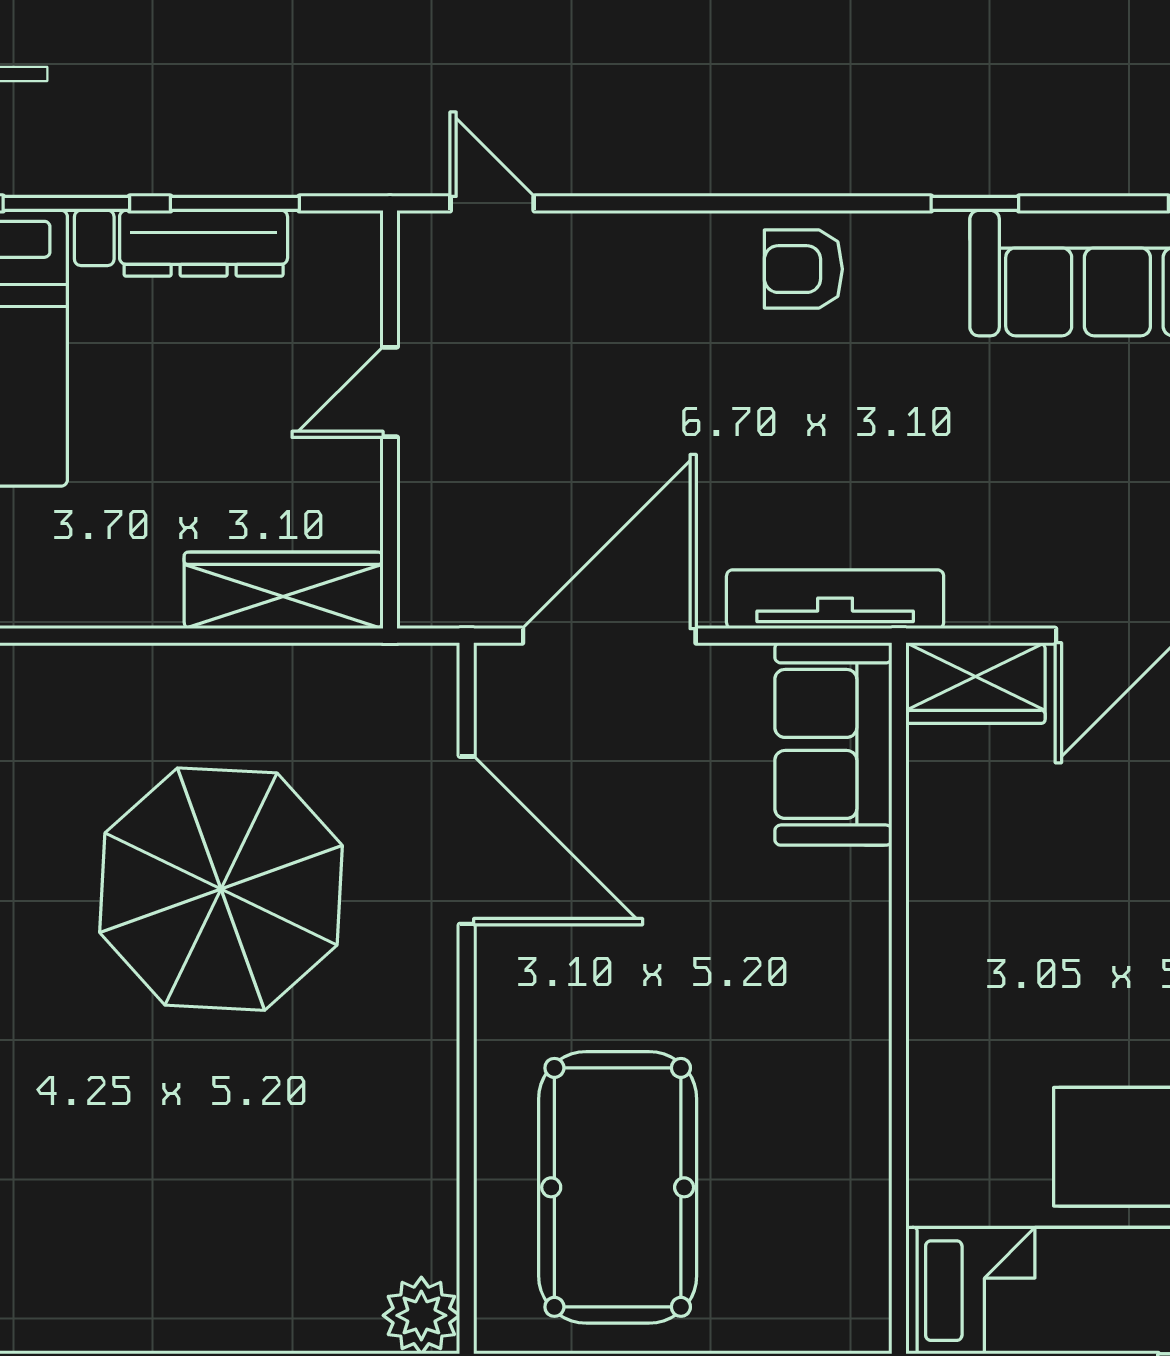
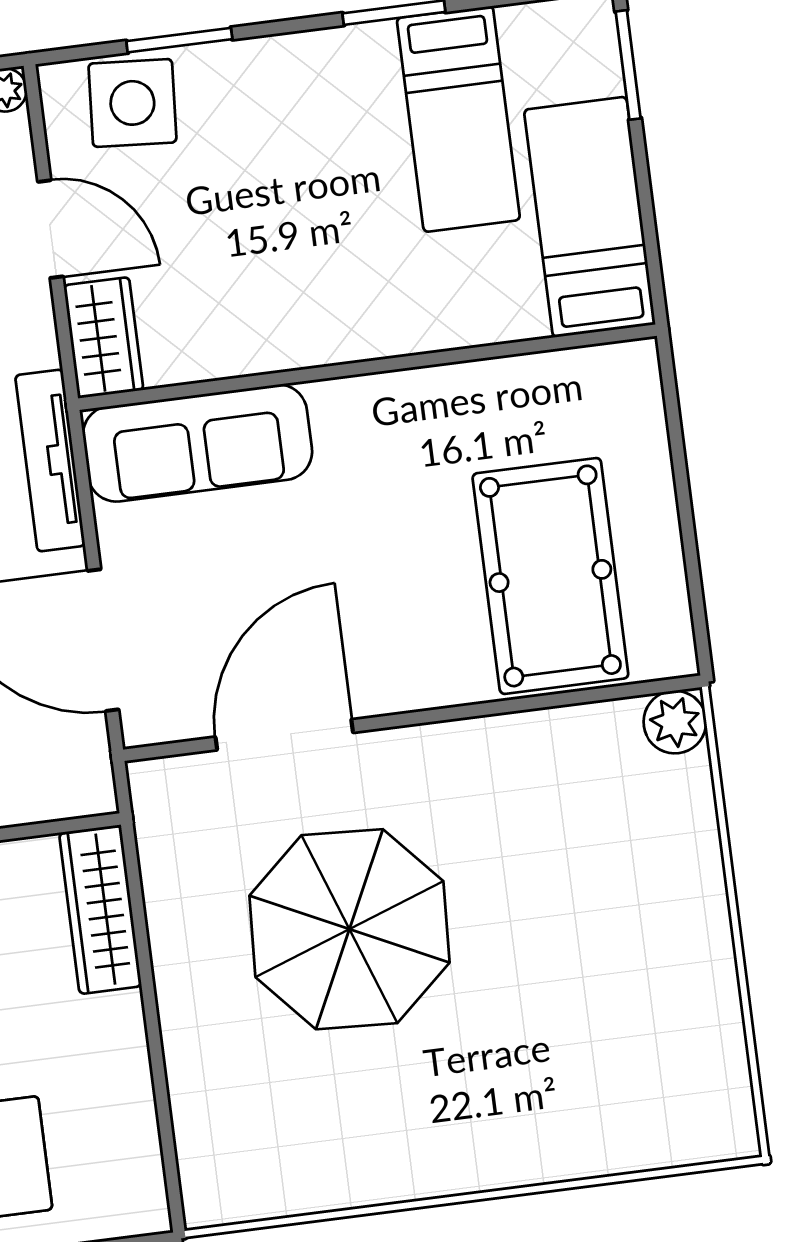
sofa: (833, 744) -> (197, 443), width x1.36
pool table: (618, 1187) -> (550, 576), turned 90

